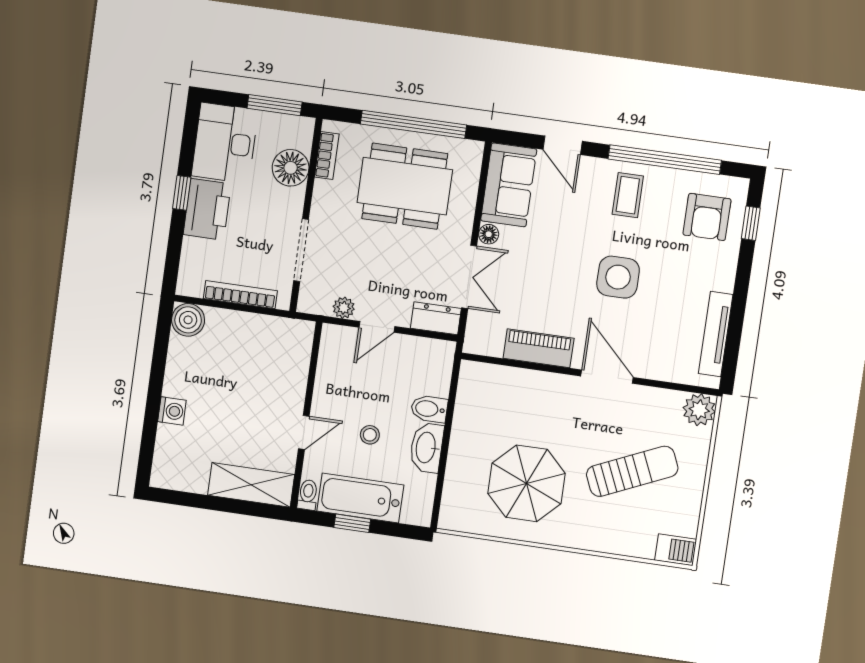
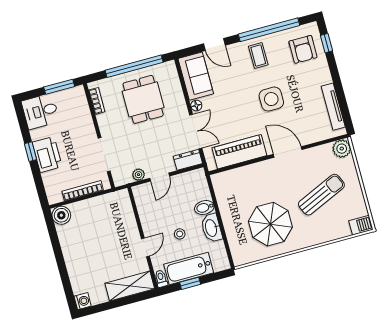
desk: (225, 143) -> (40, 111), width x0.73
floor lamp: (291, 168) -> (81, 115), removed
dining table: (405, 186) -> (143, 99), width x0.73
piano: (539, 348) -> (239, 152), width x1.37, depth x1.33
washing machine: (172, 411) -> (83, 301), moved

